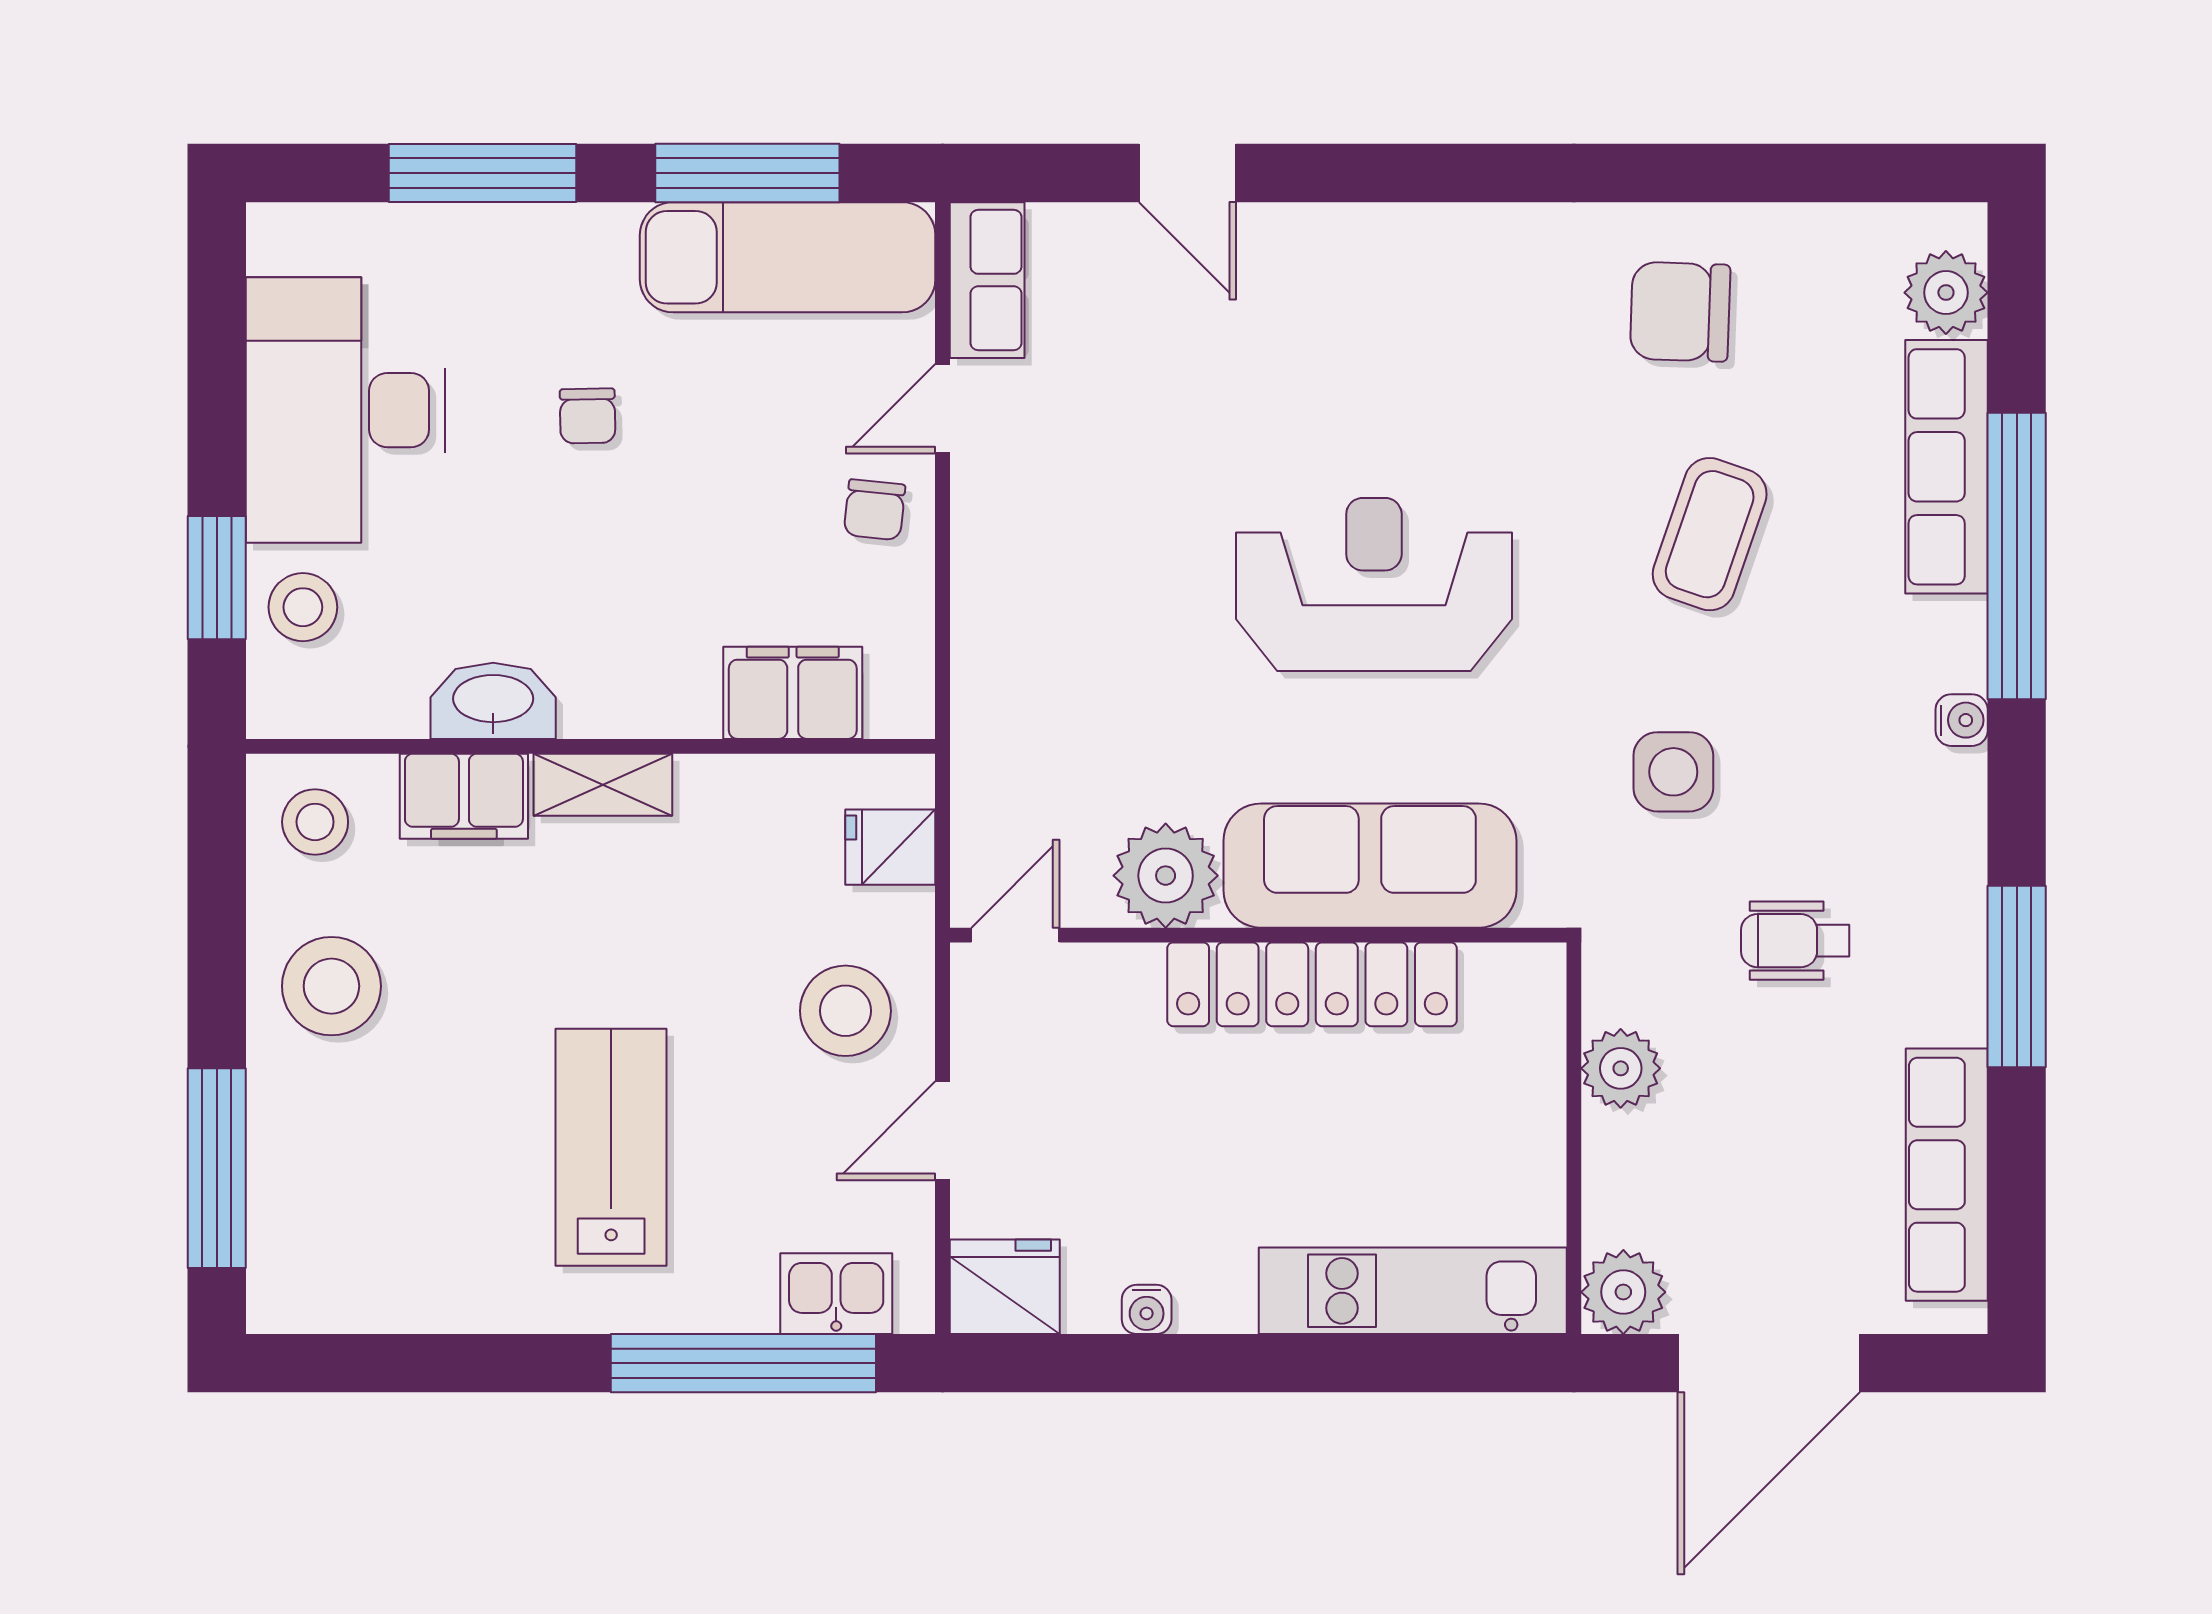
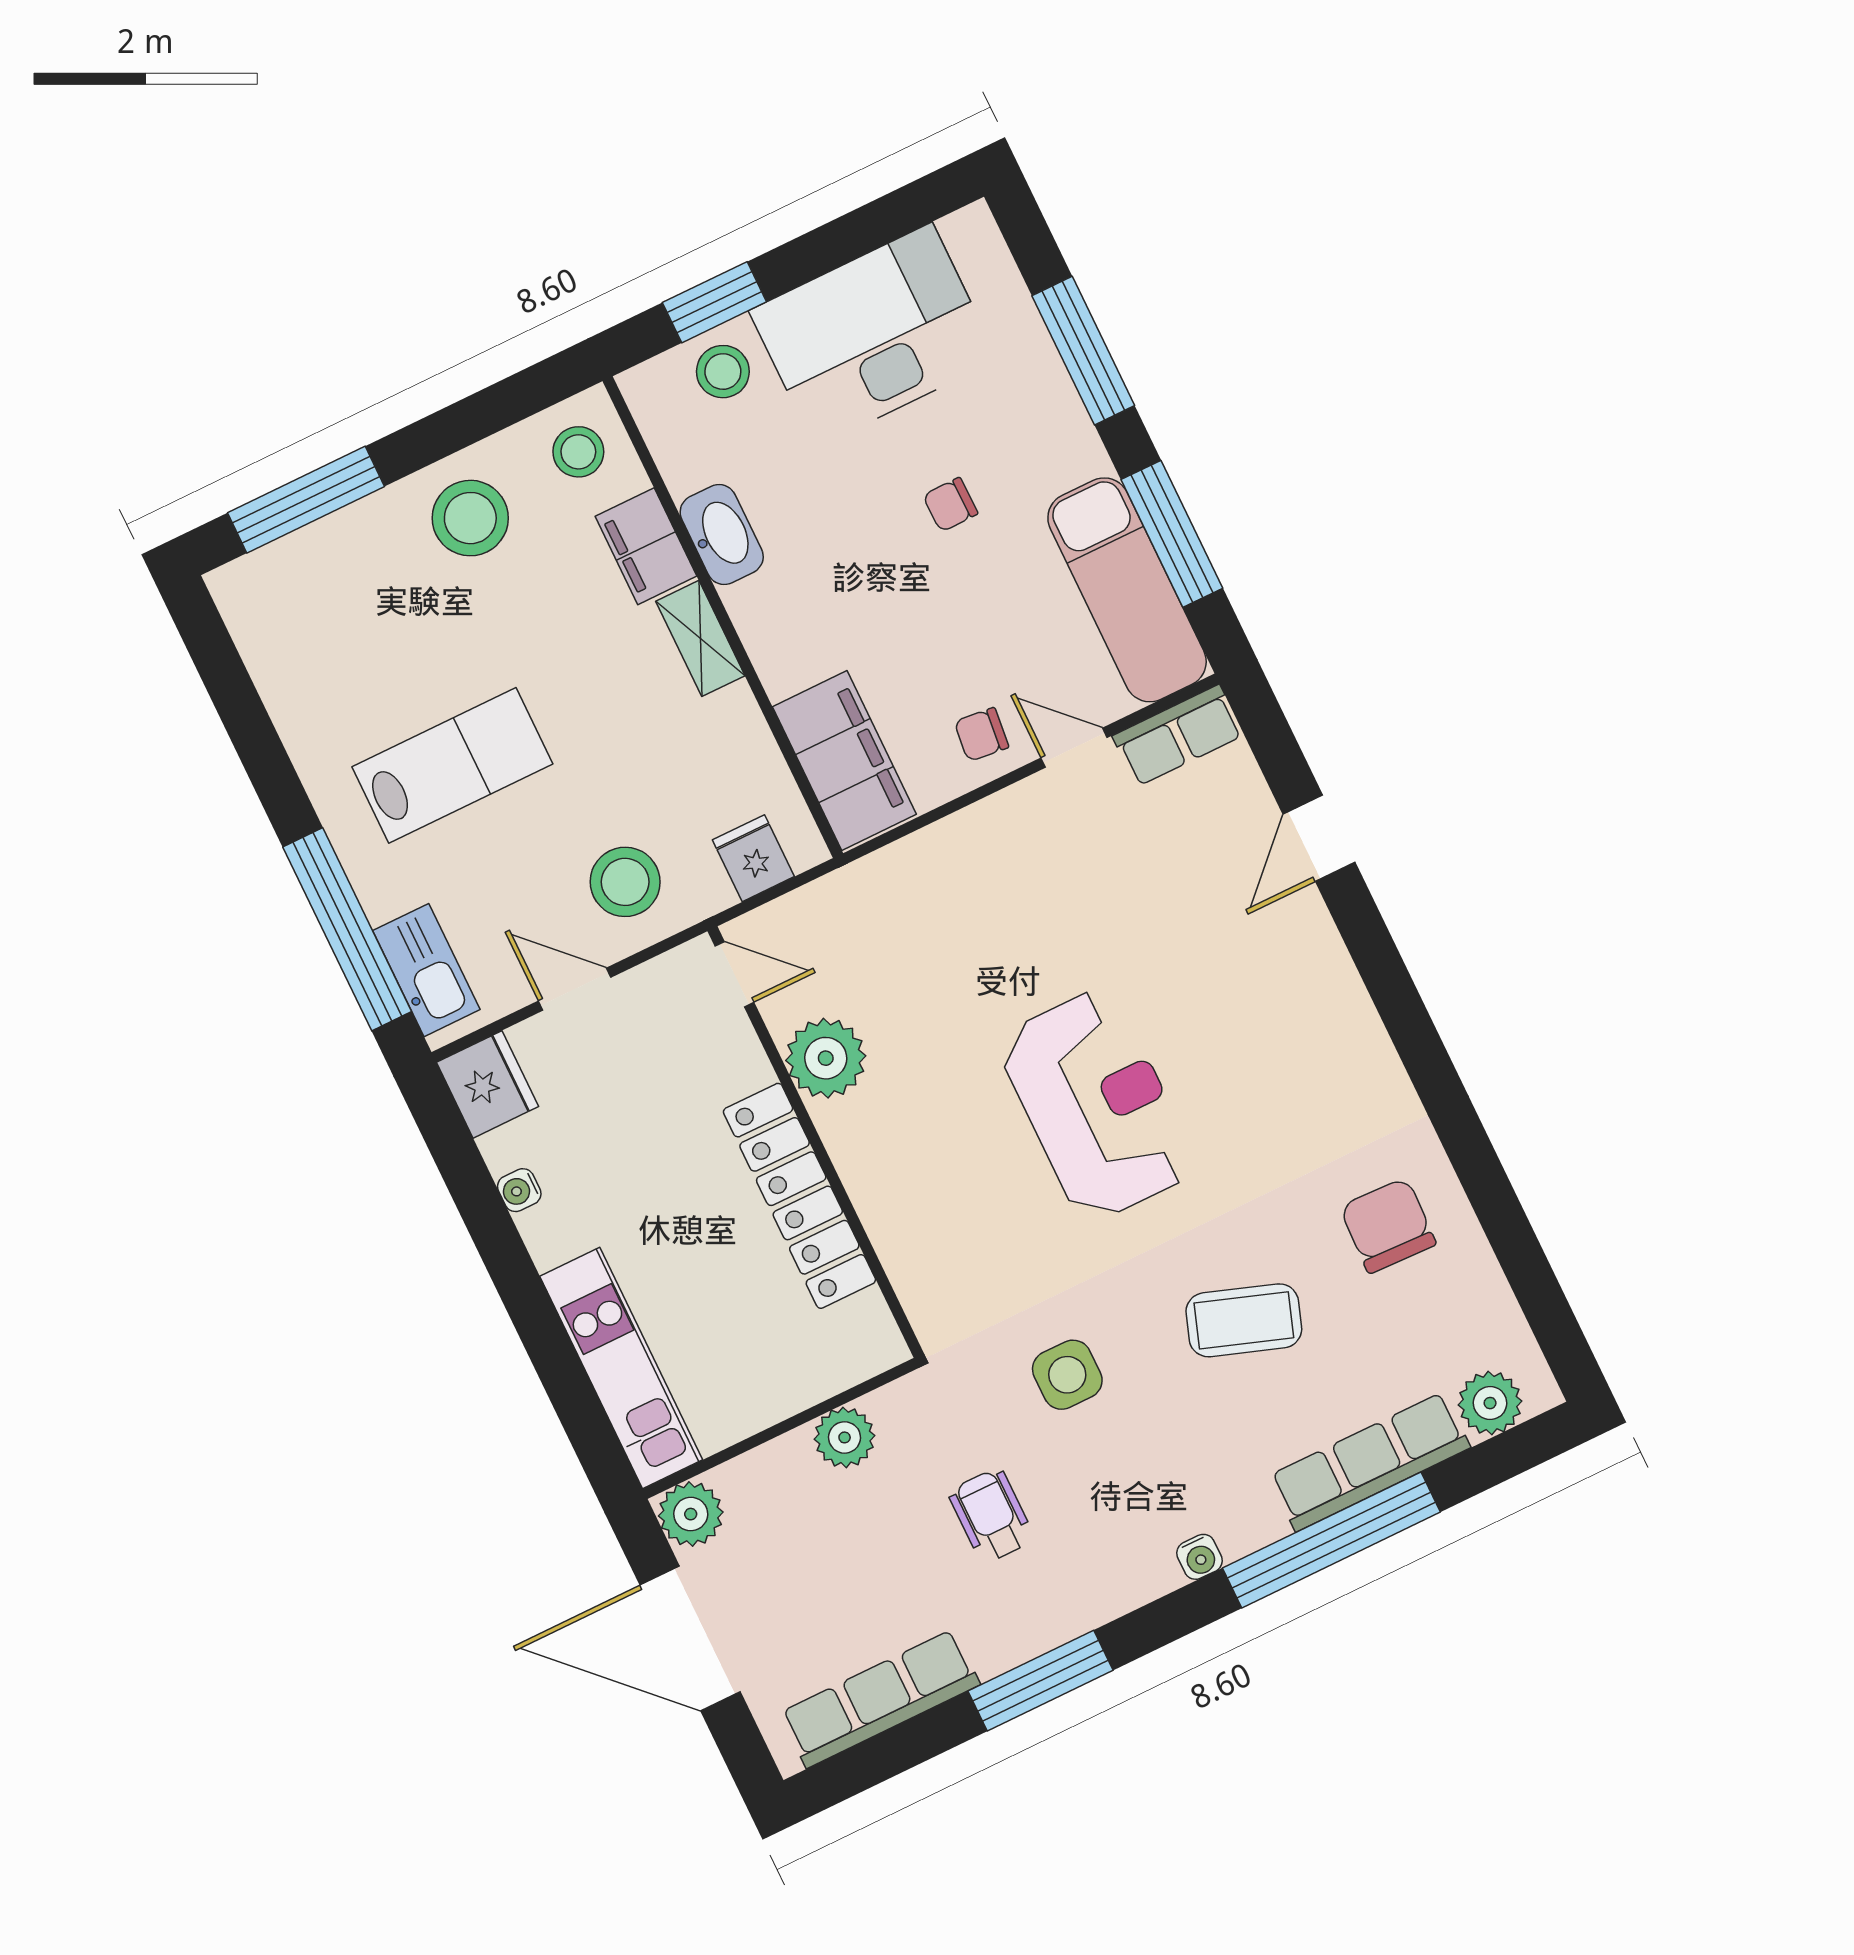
filing cabinet: (793, 693) -> (844, 761), width x1.50, depth x1.17
sofa: (1370, 866) -> (901, 1196), removed
kitchen sink: (836, 1294) -> (426, 970), width x1.38

